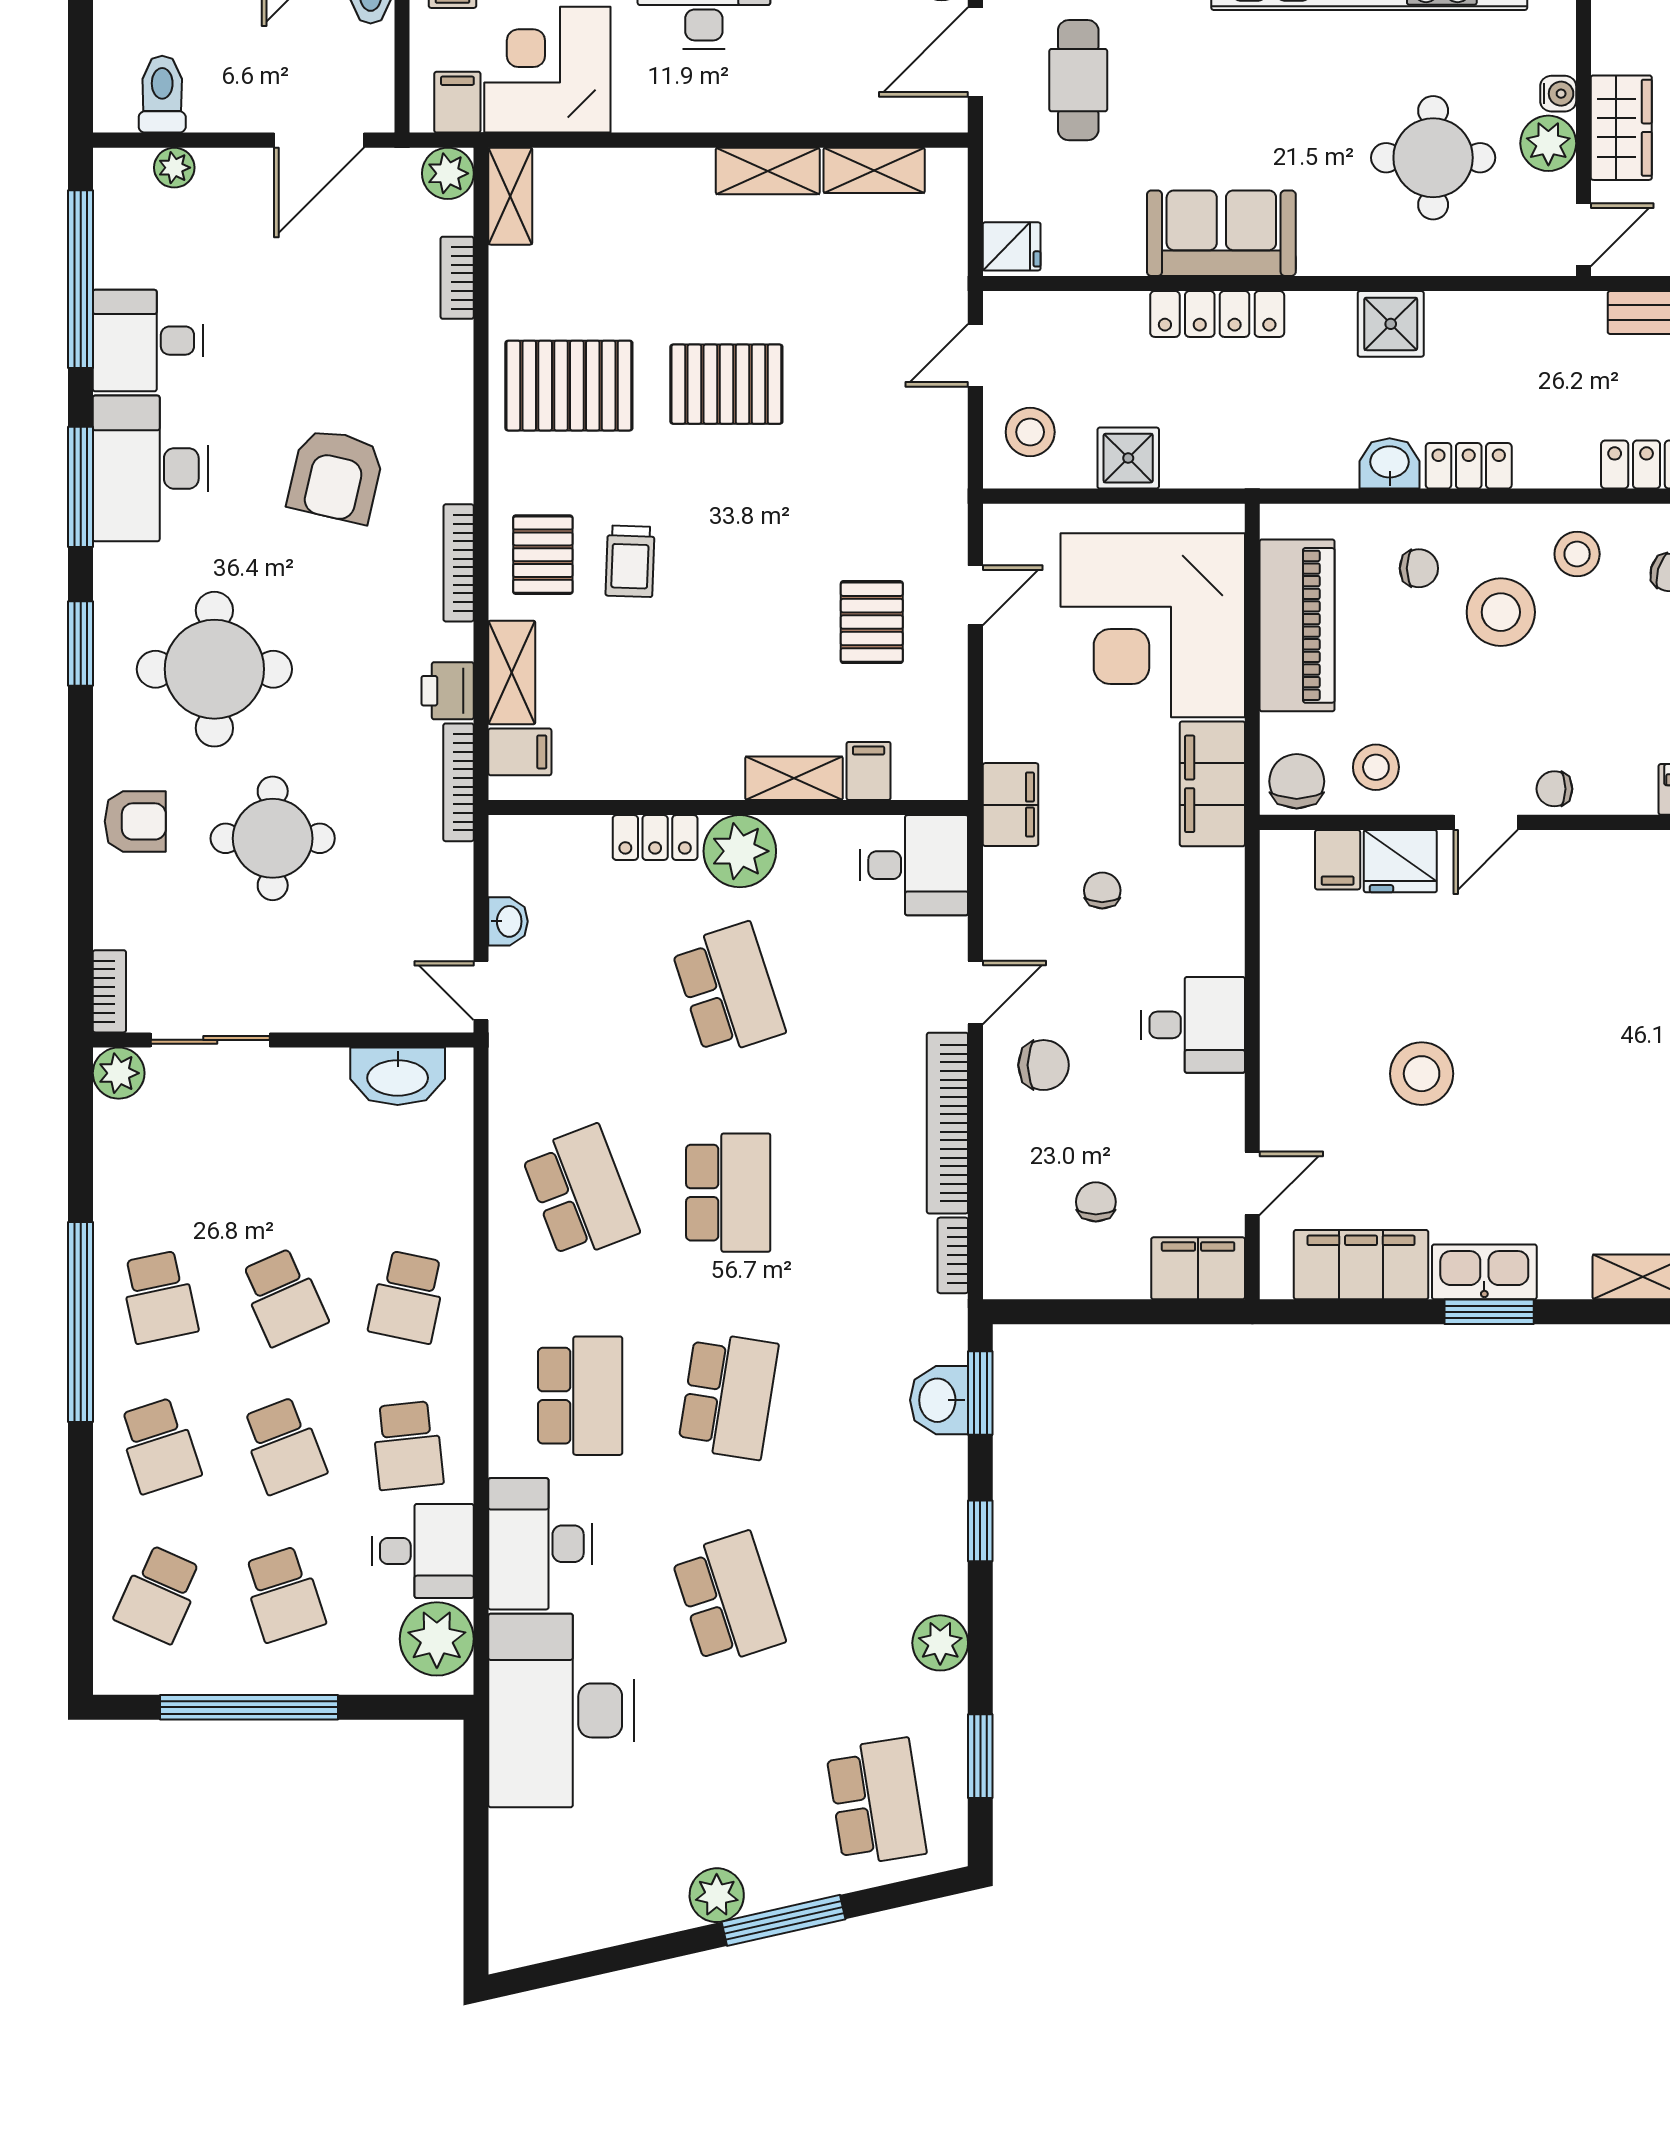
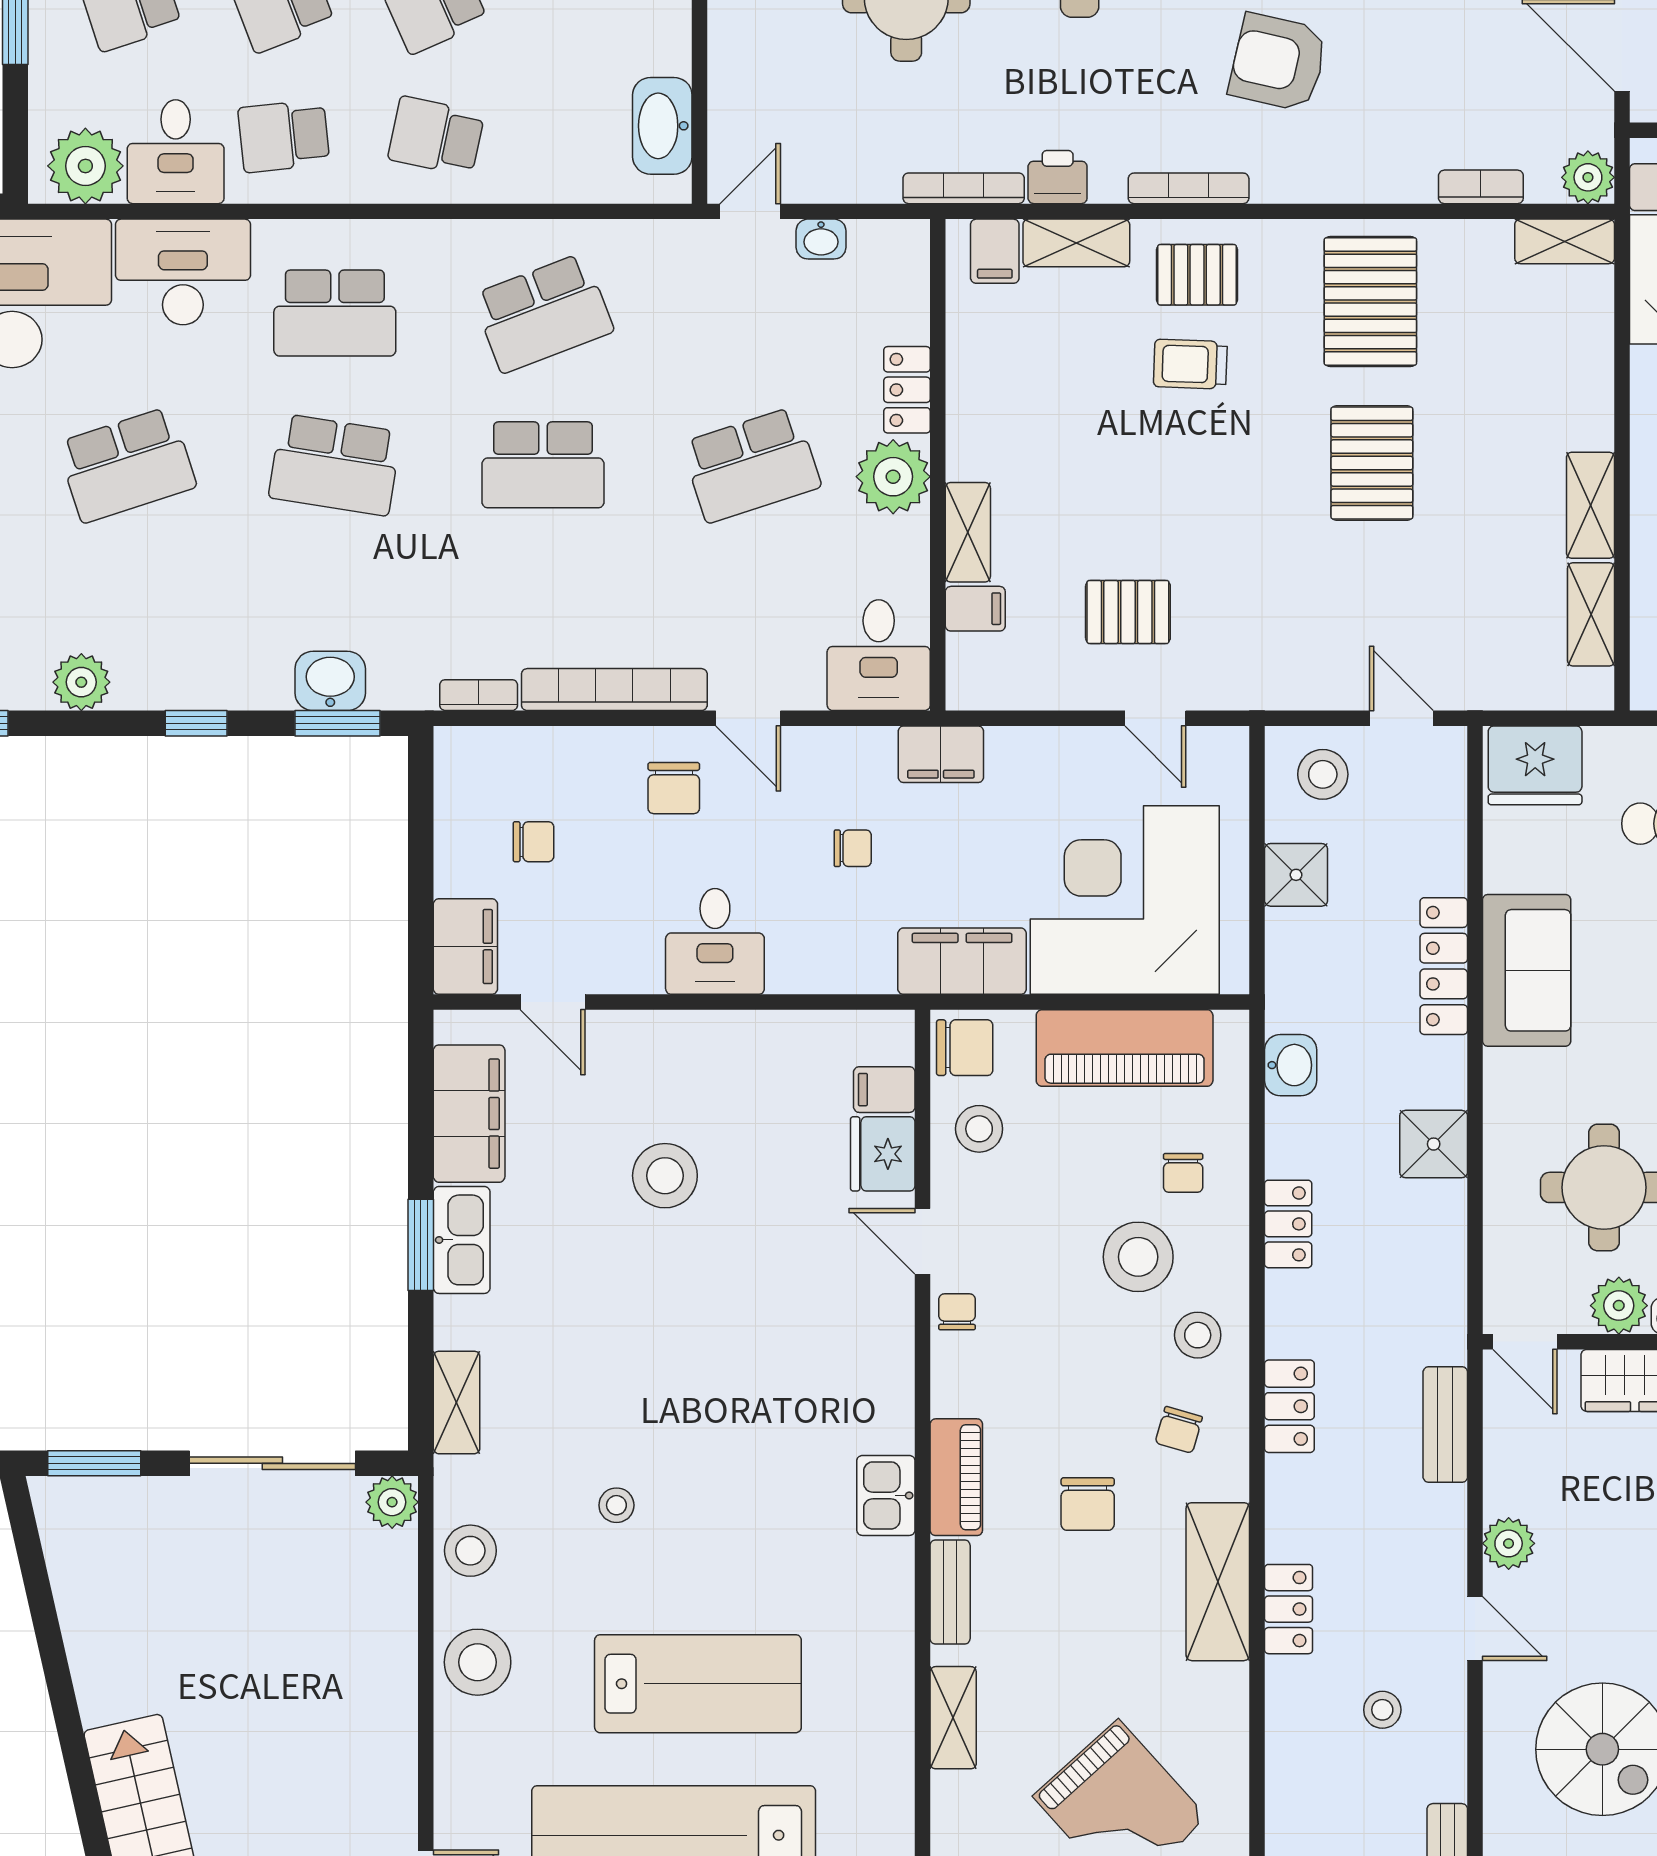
fridge: (1012, 246) -> (1535, 765), width x1.88, depth x1.34
washbasin: (1390, 463) -> (1291, 1065), moved

